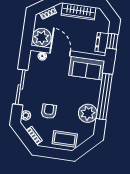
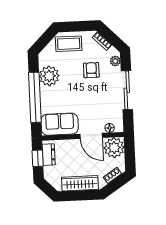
armchair: (49, 111) -> (91, 70), turned 180

